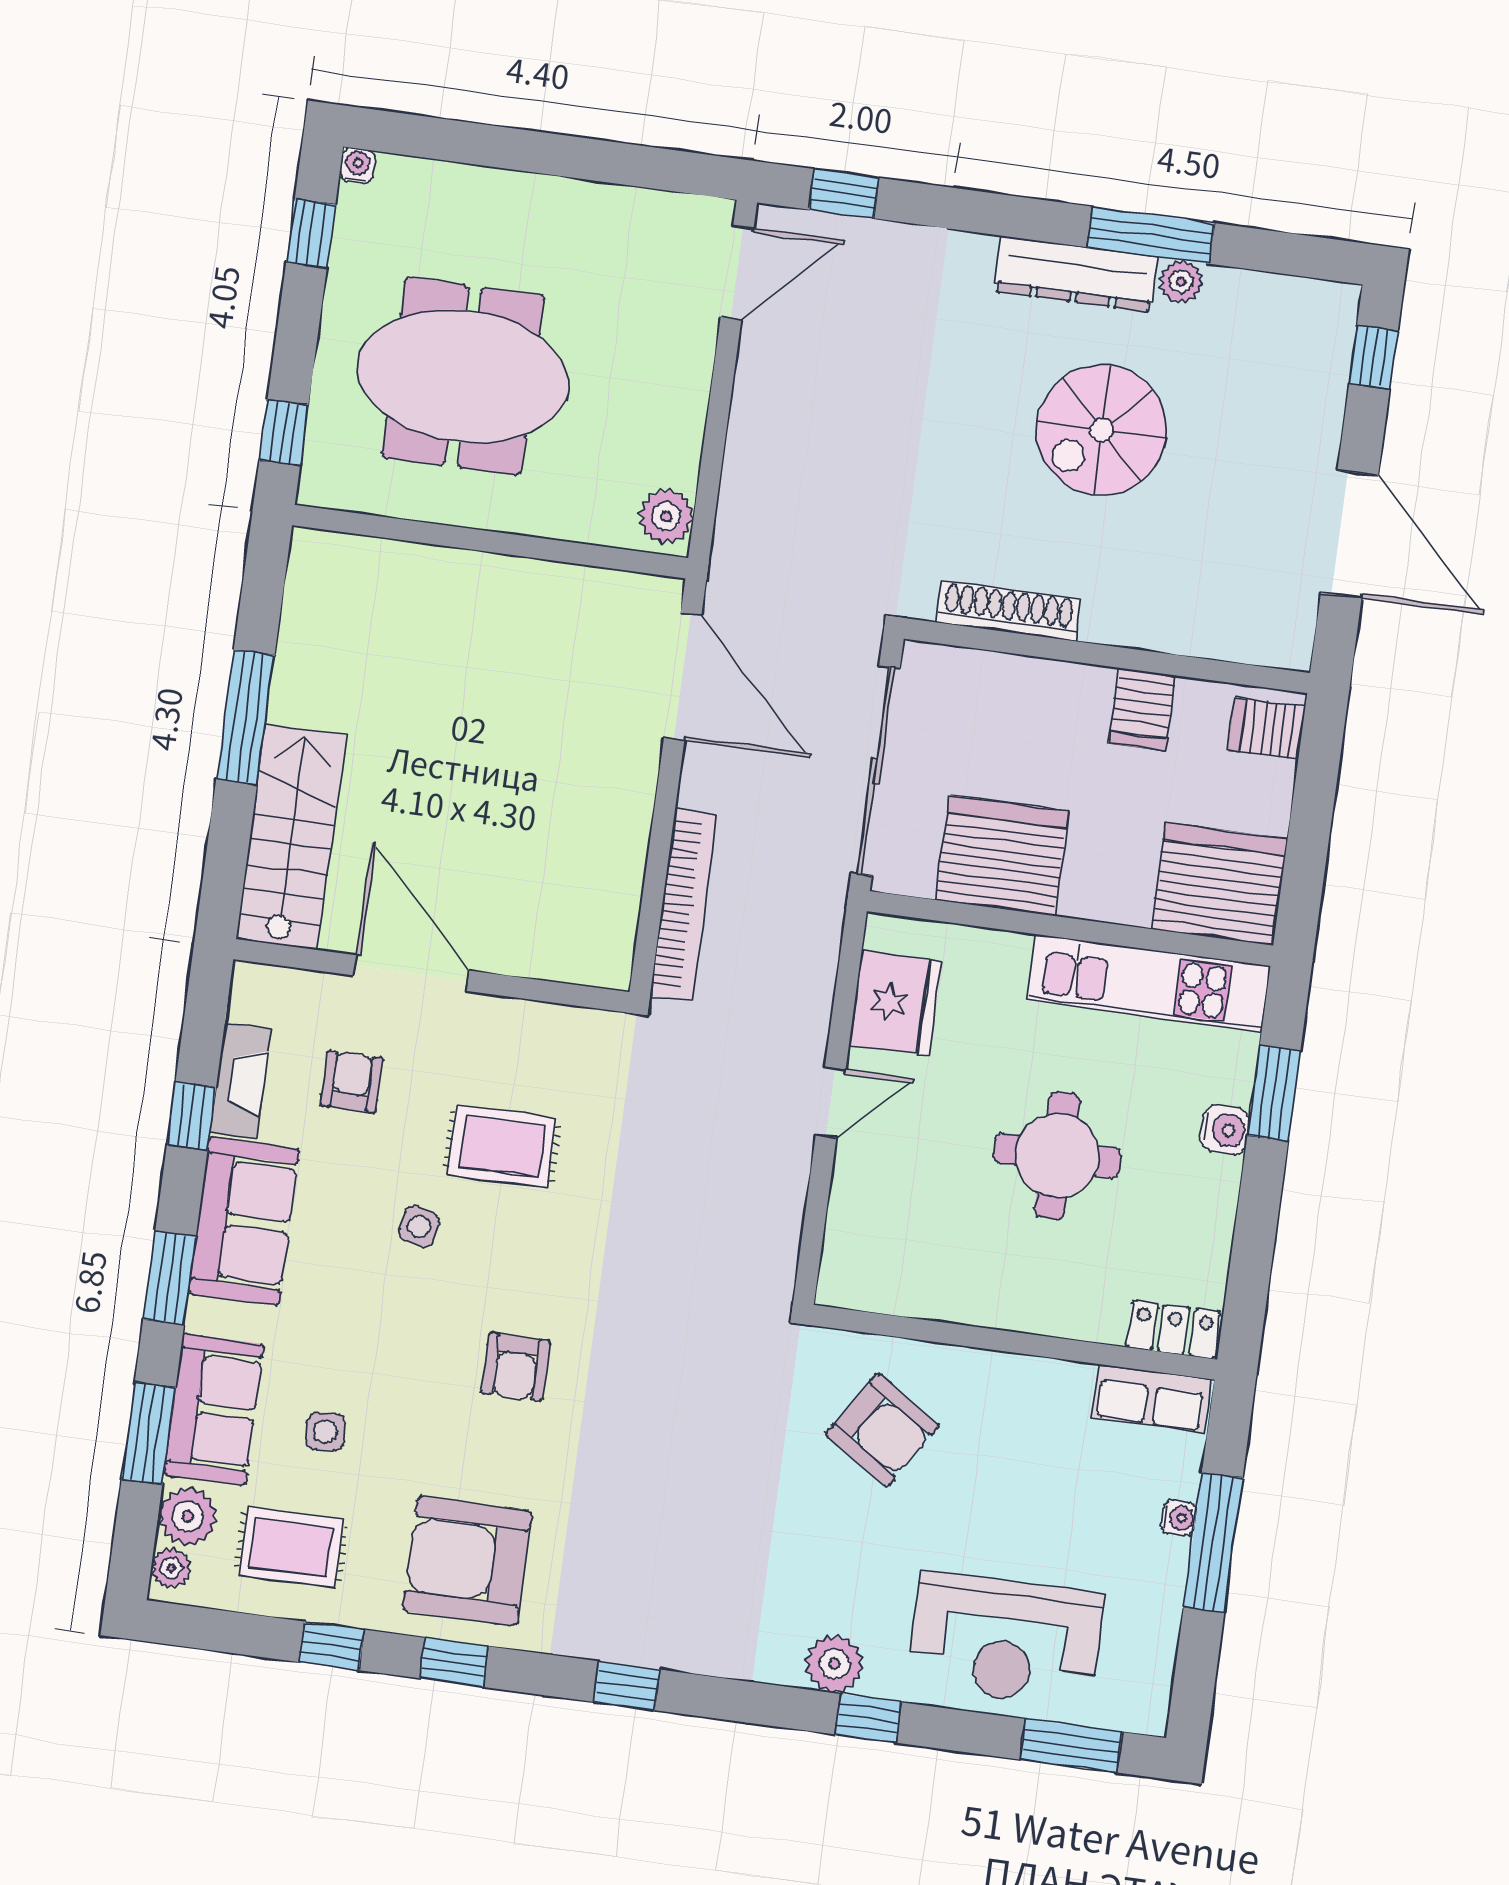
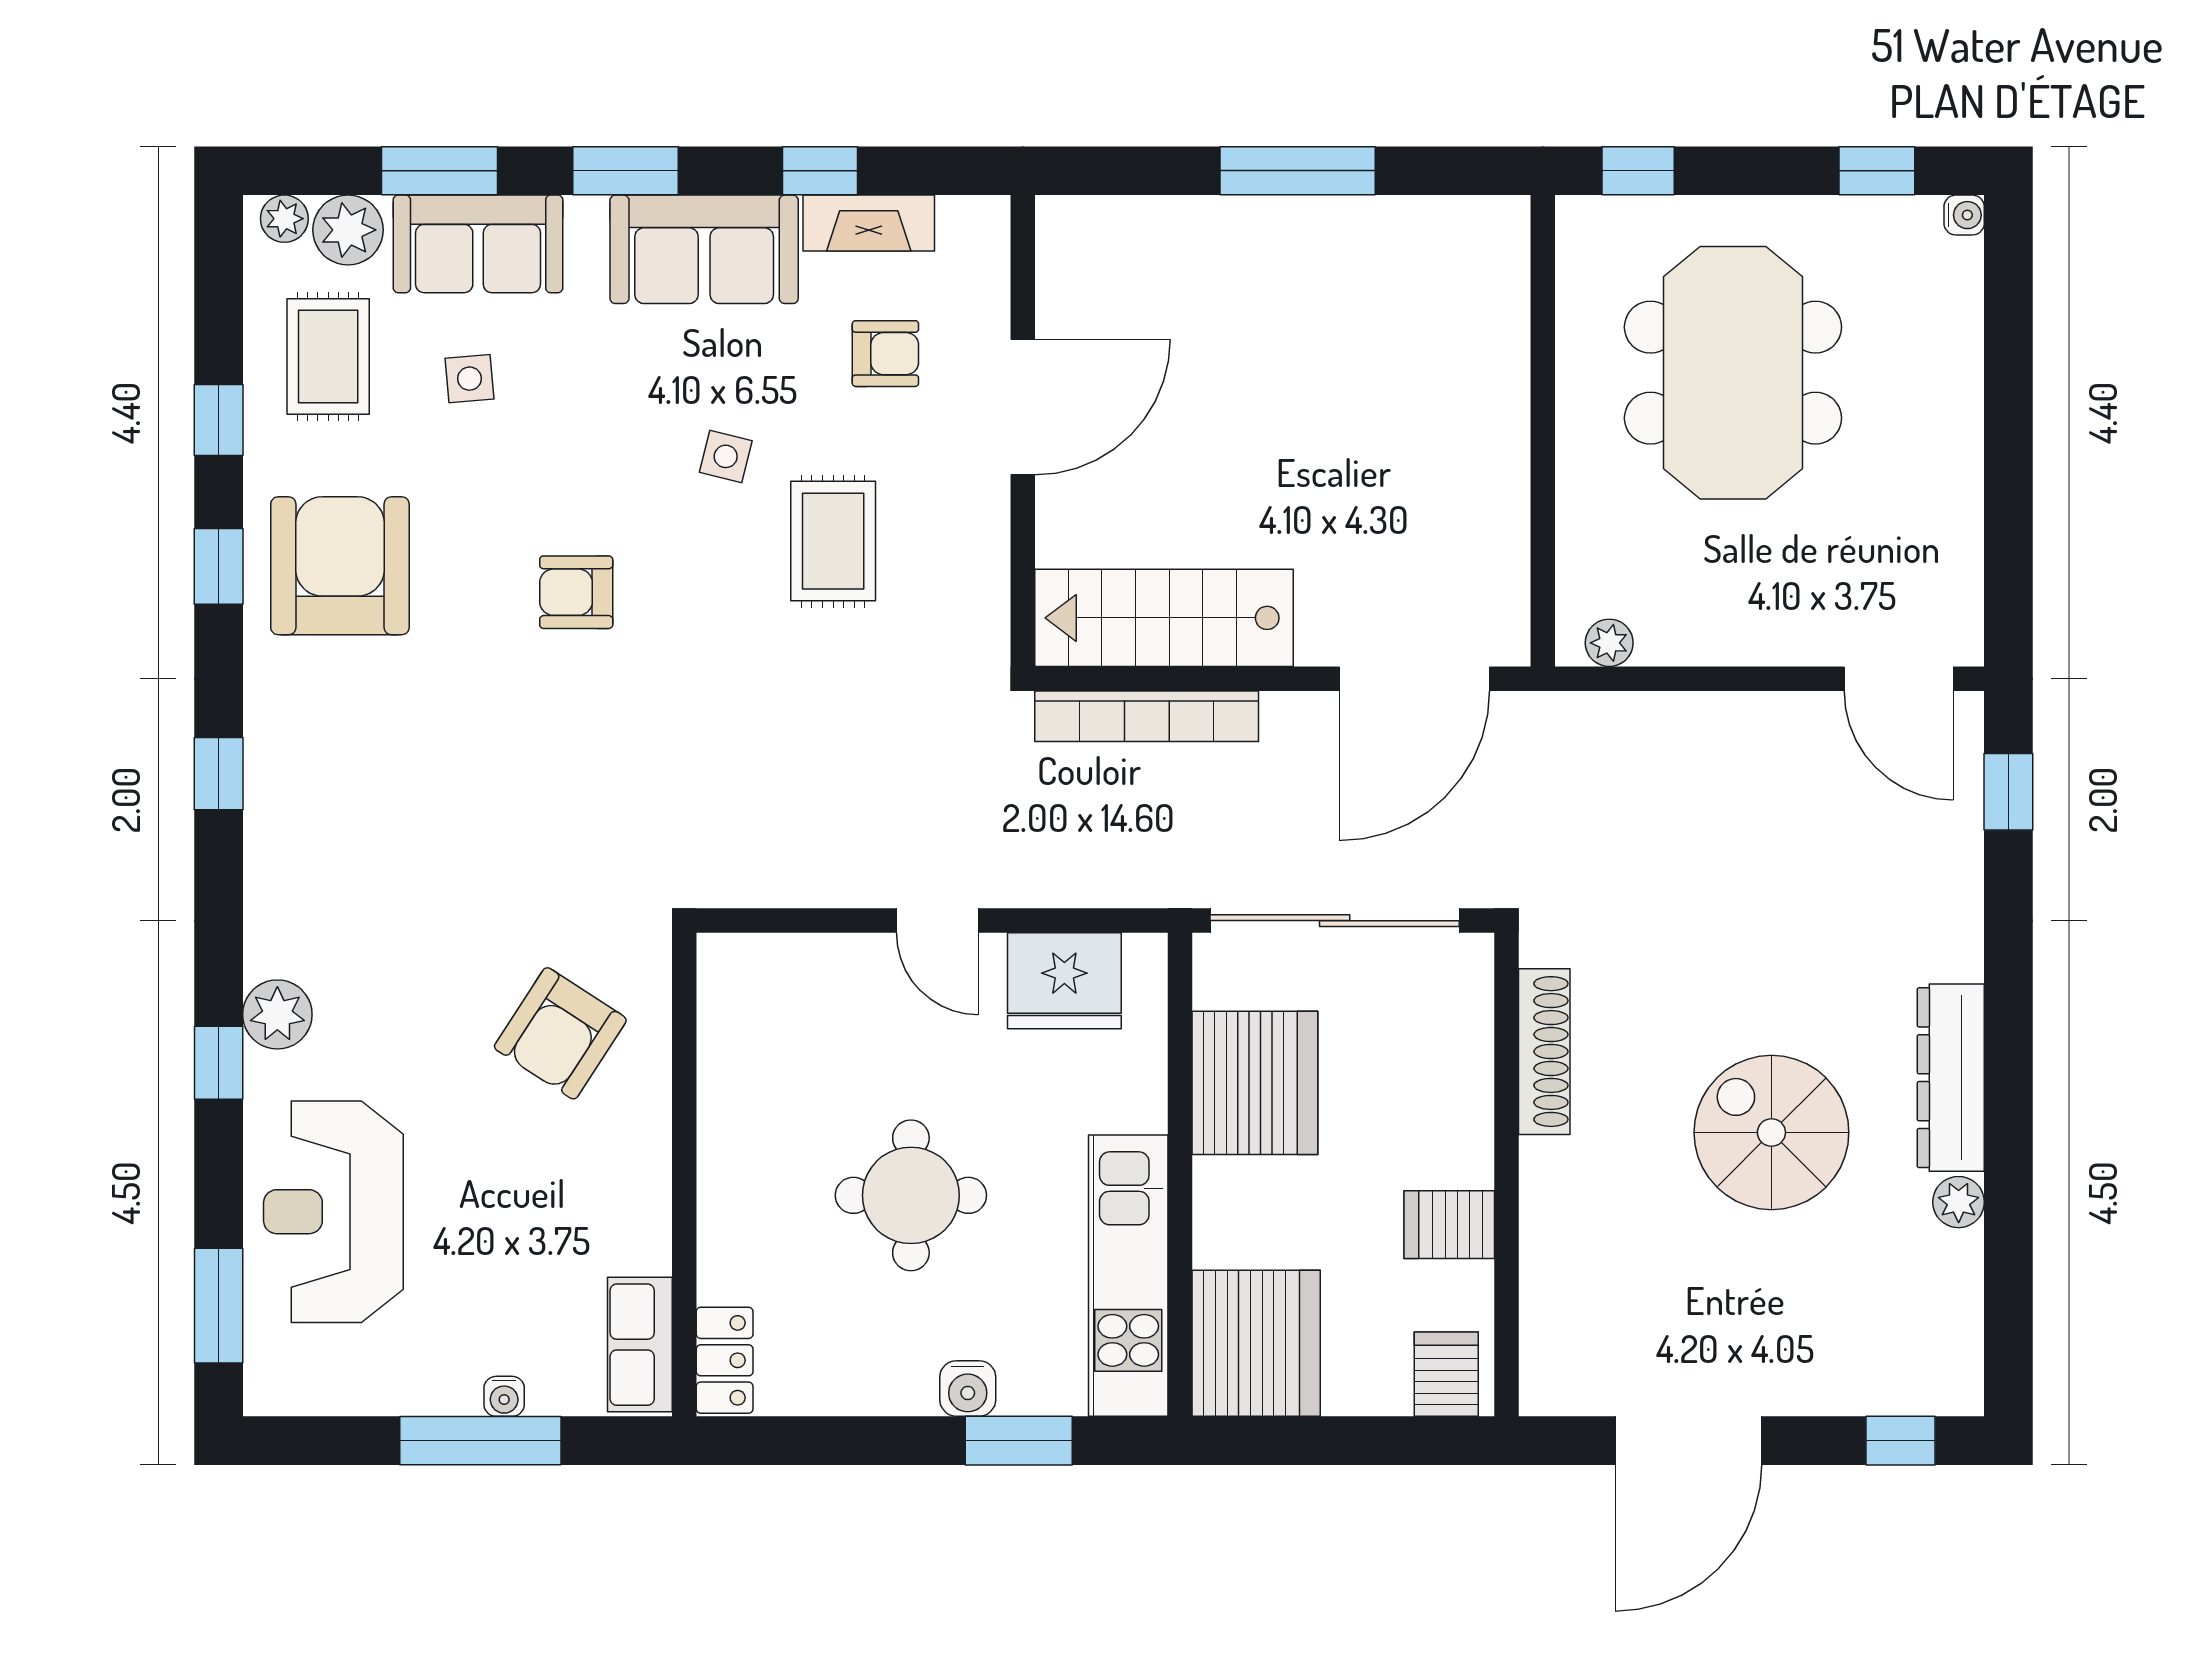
window: (1151, 235) -> (2008, 1159), removed
plant: (666, 517) -> (1609, 643), width x0.73, depth x0.73
stairs: (291, 837) -> (1164, 618), moved, turned 180

